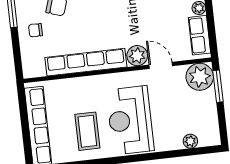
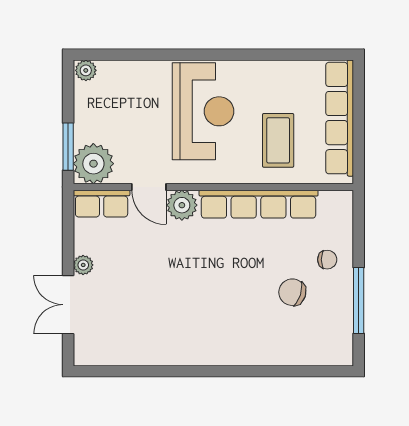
row of seats: (199, 35) -> (102, 204), moved, turned 90
coffee table: (87, 131) -> (278, 140), moved
plant: (190, 141) -> (86, 70), moved

